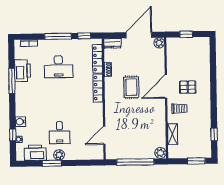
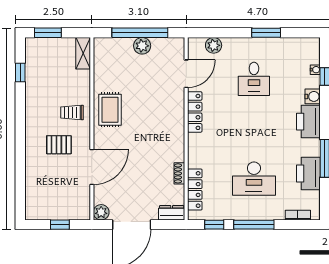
desk: (58, 67) -> (254, 179), turned 180
door: (166, 86) -> (92, 167), moved
rug: (131, 87) -> (110, 110), moved
locker: (98, 88) -> (195, 112), moved
desk: (59, 133) -> (254, 79), turned 180
shelving: (172, 134) -> (83, 53), moved
printer: (35, 153) -> (308, 122), moved, turned 90
plant: (160, 153) -> (142, 46), moved
plant: (59, 155) -> (214, 45), moved

